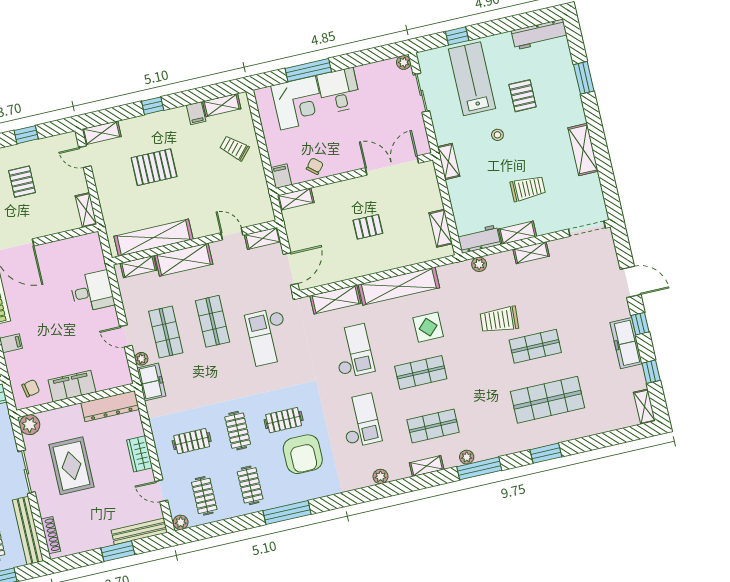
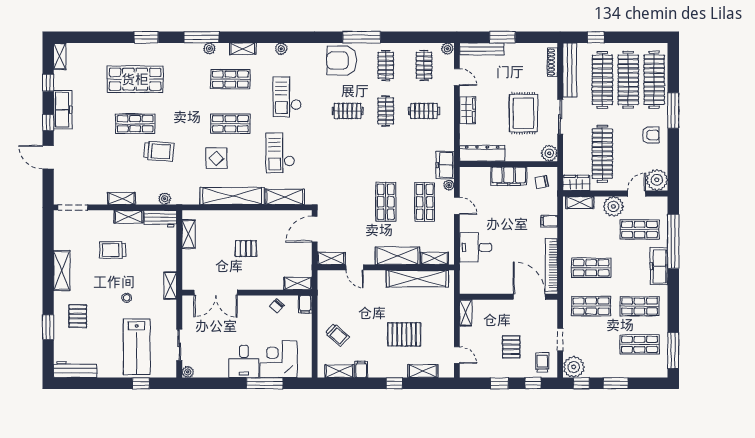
pallet: (523, 96) -> (78, 316), moved
shelving: (102, 133) -> (423, 371), moved
checkout: (268, 337) -> (344, 180), removed
armchair: (303, 454) -> (342, 61), moved, turned -90

